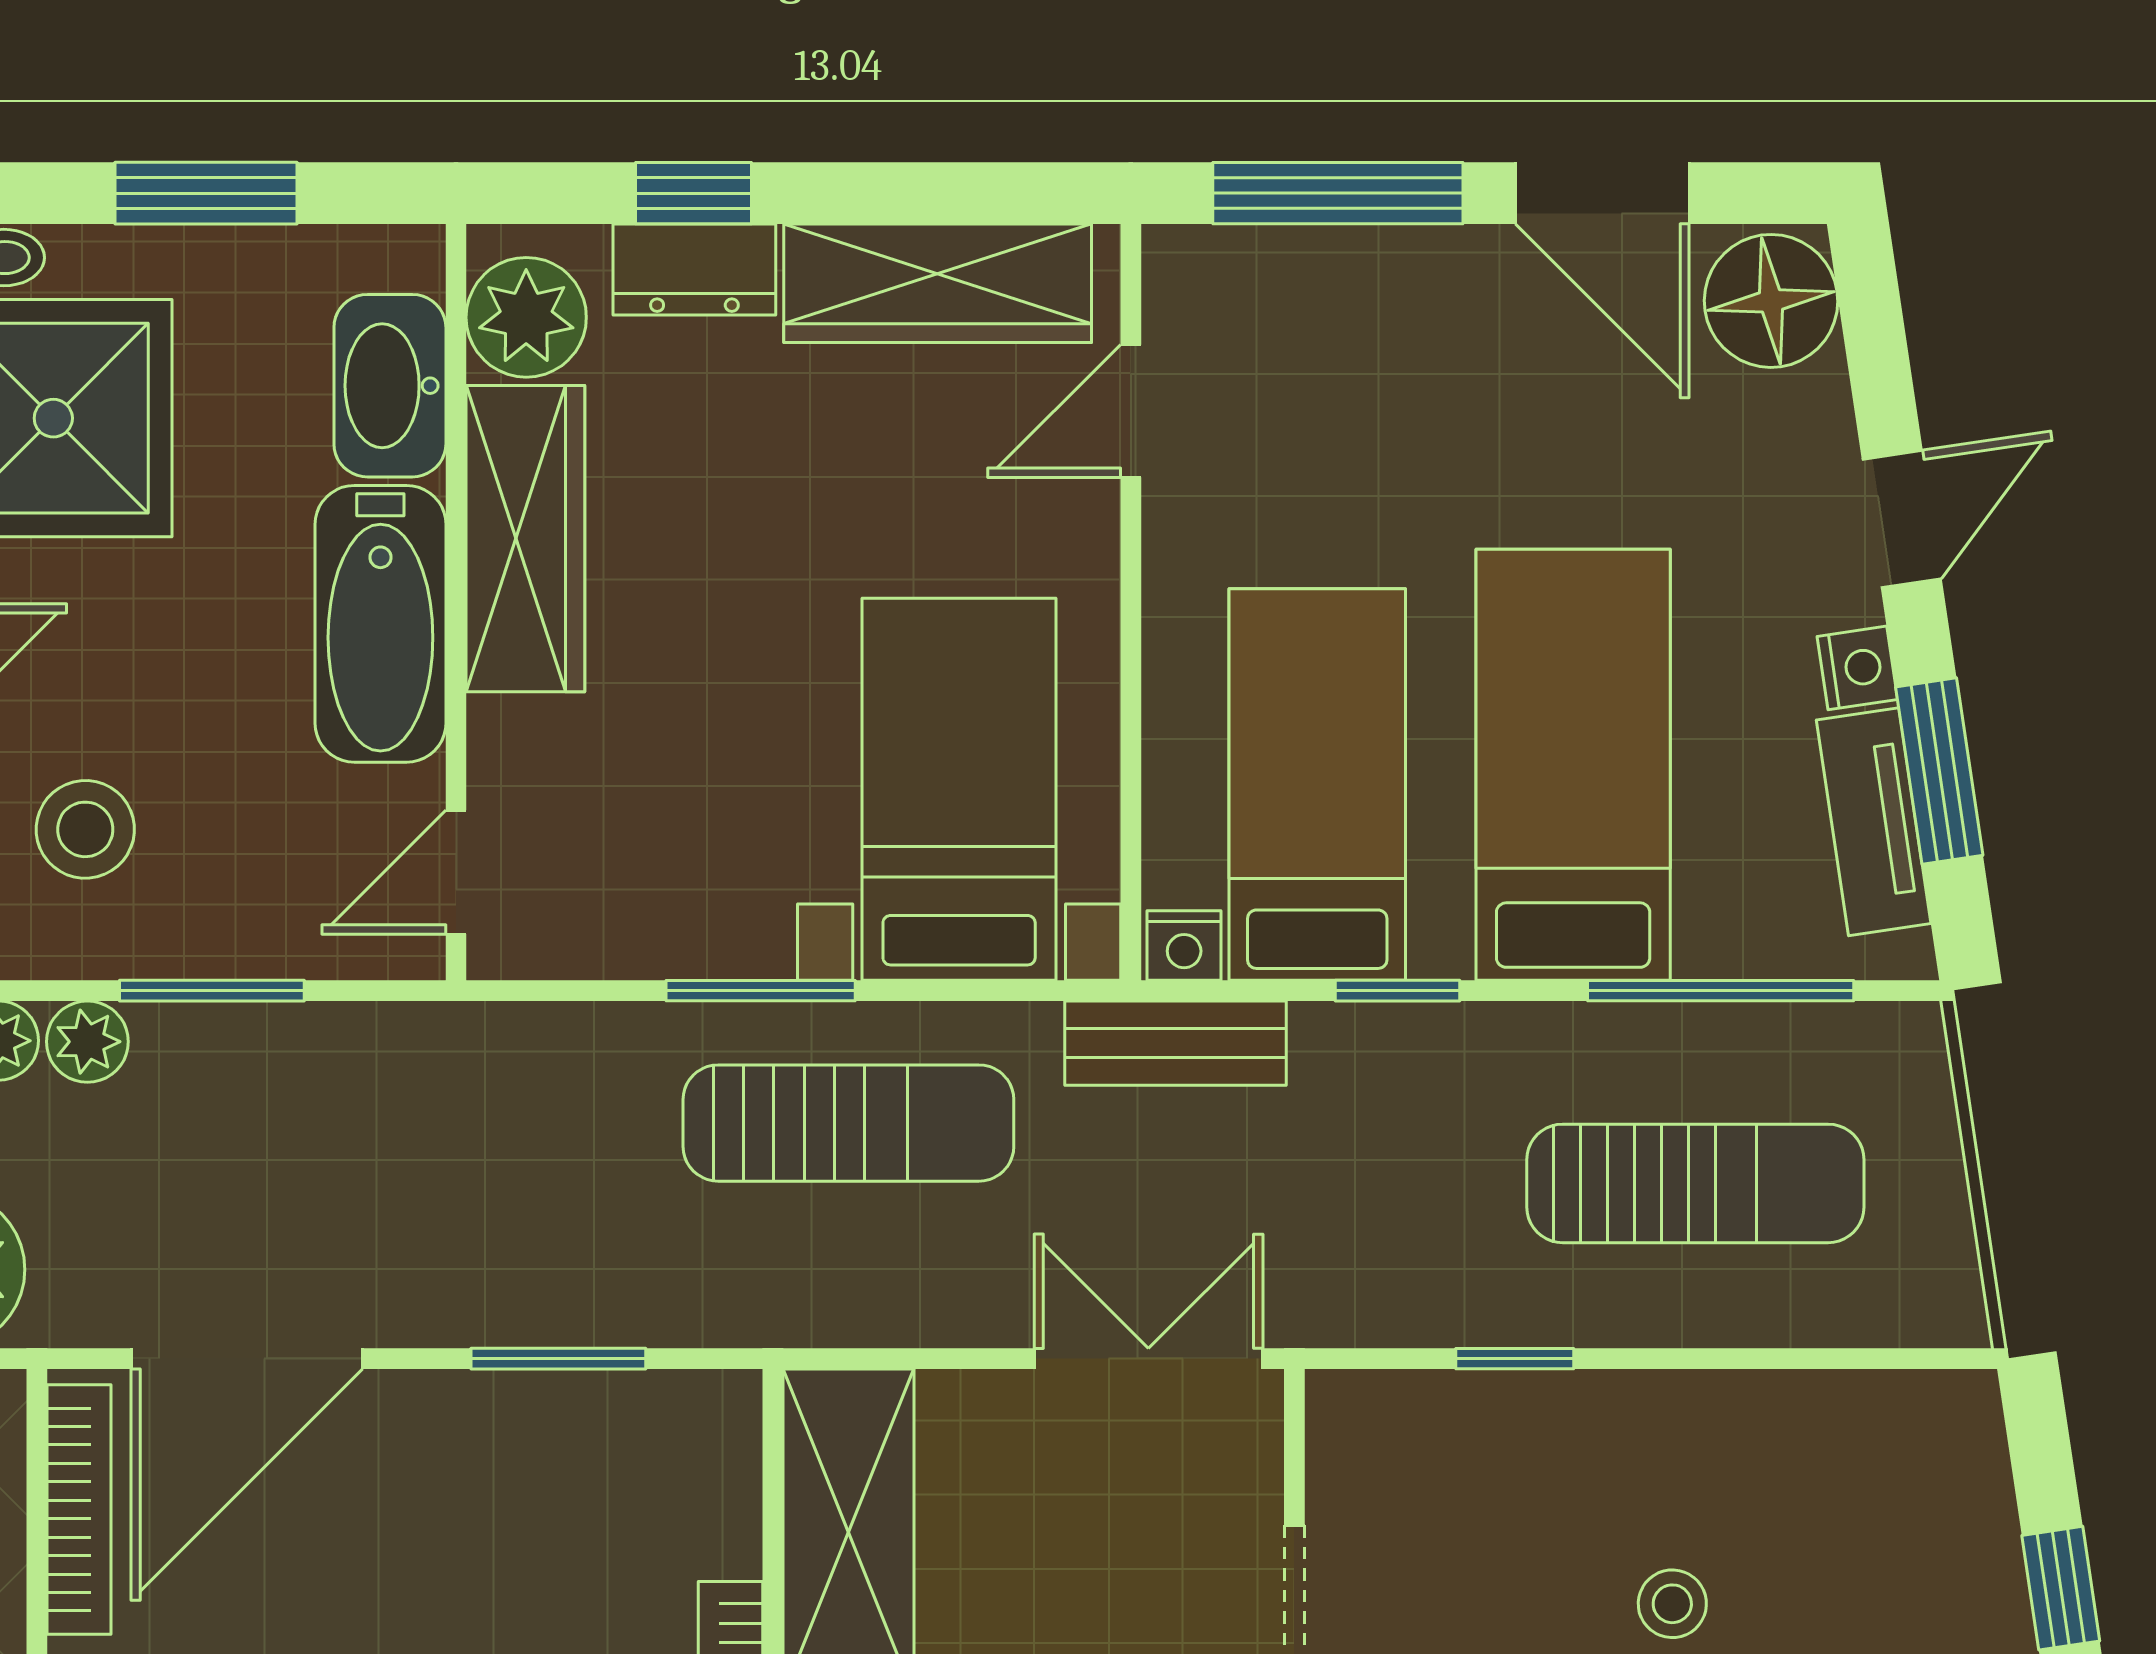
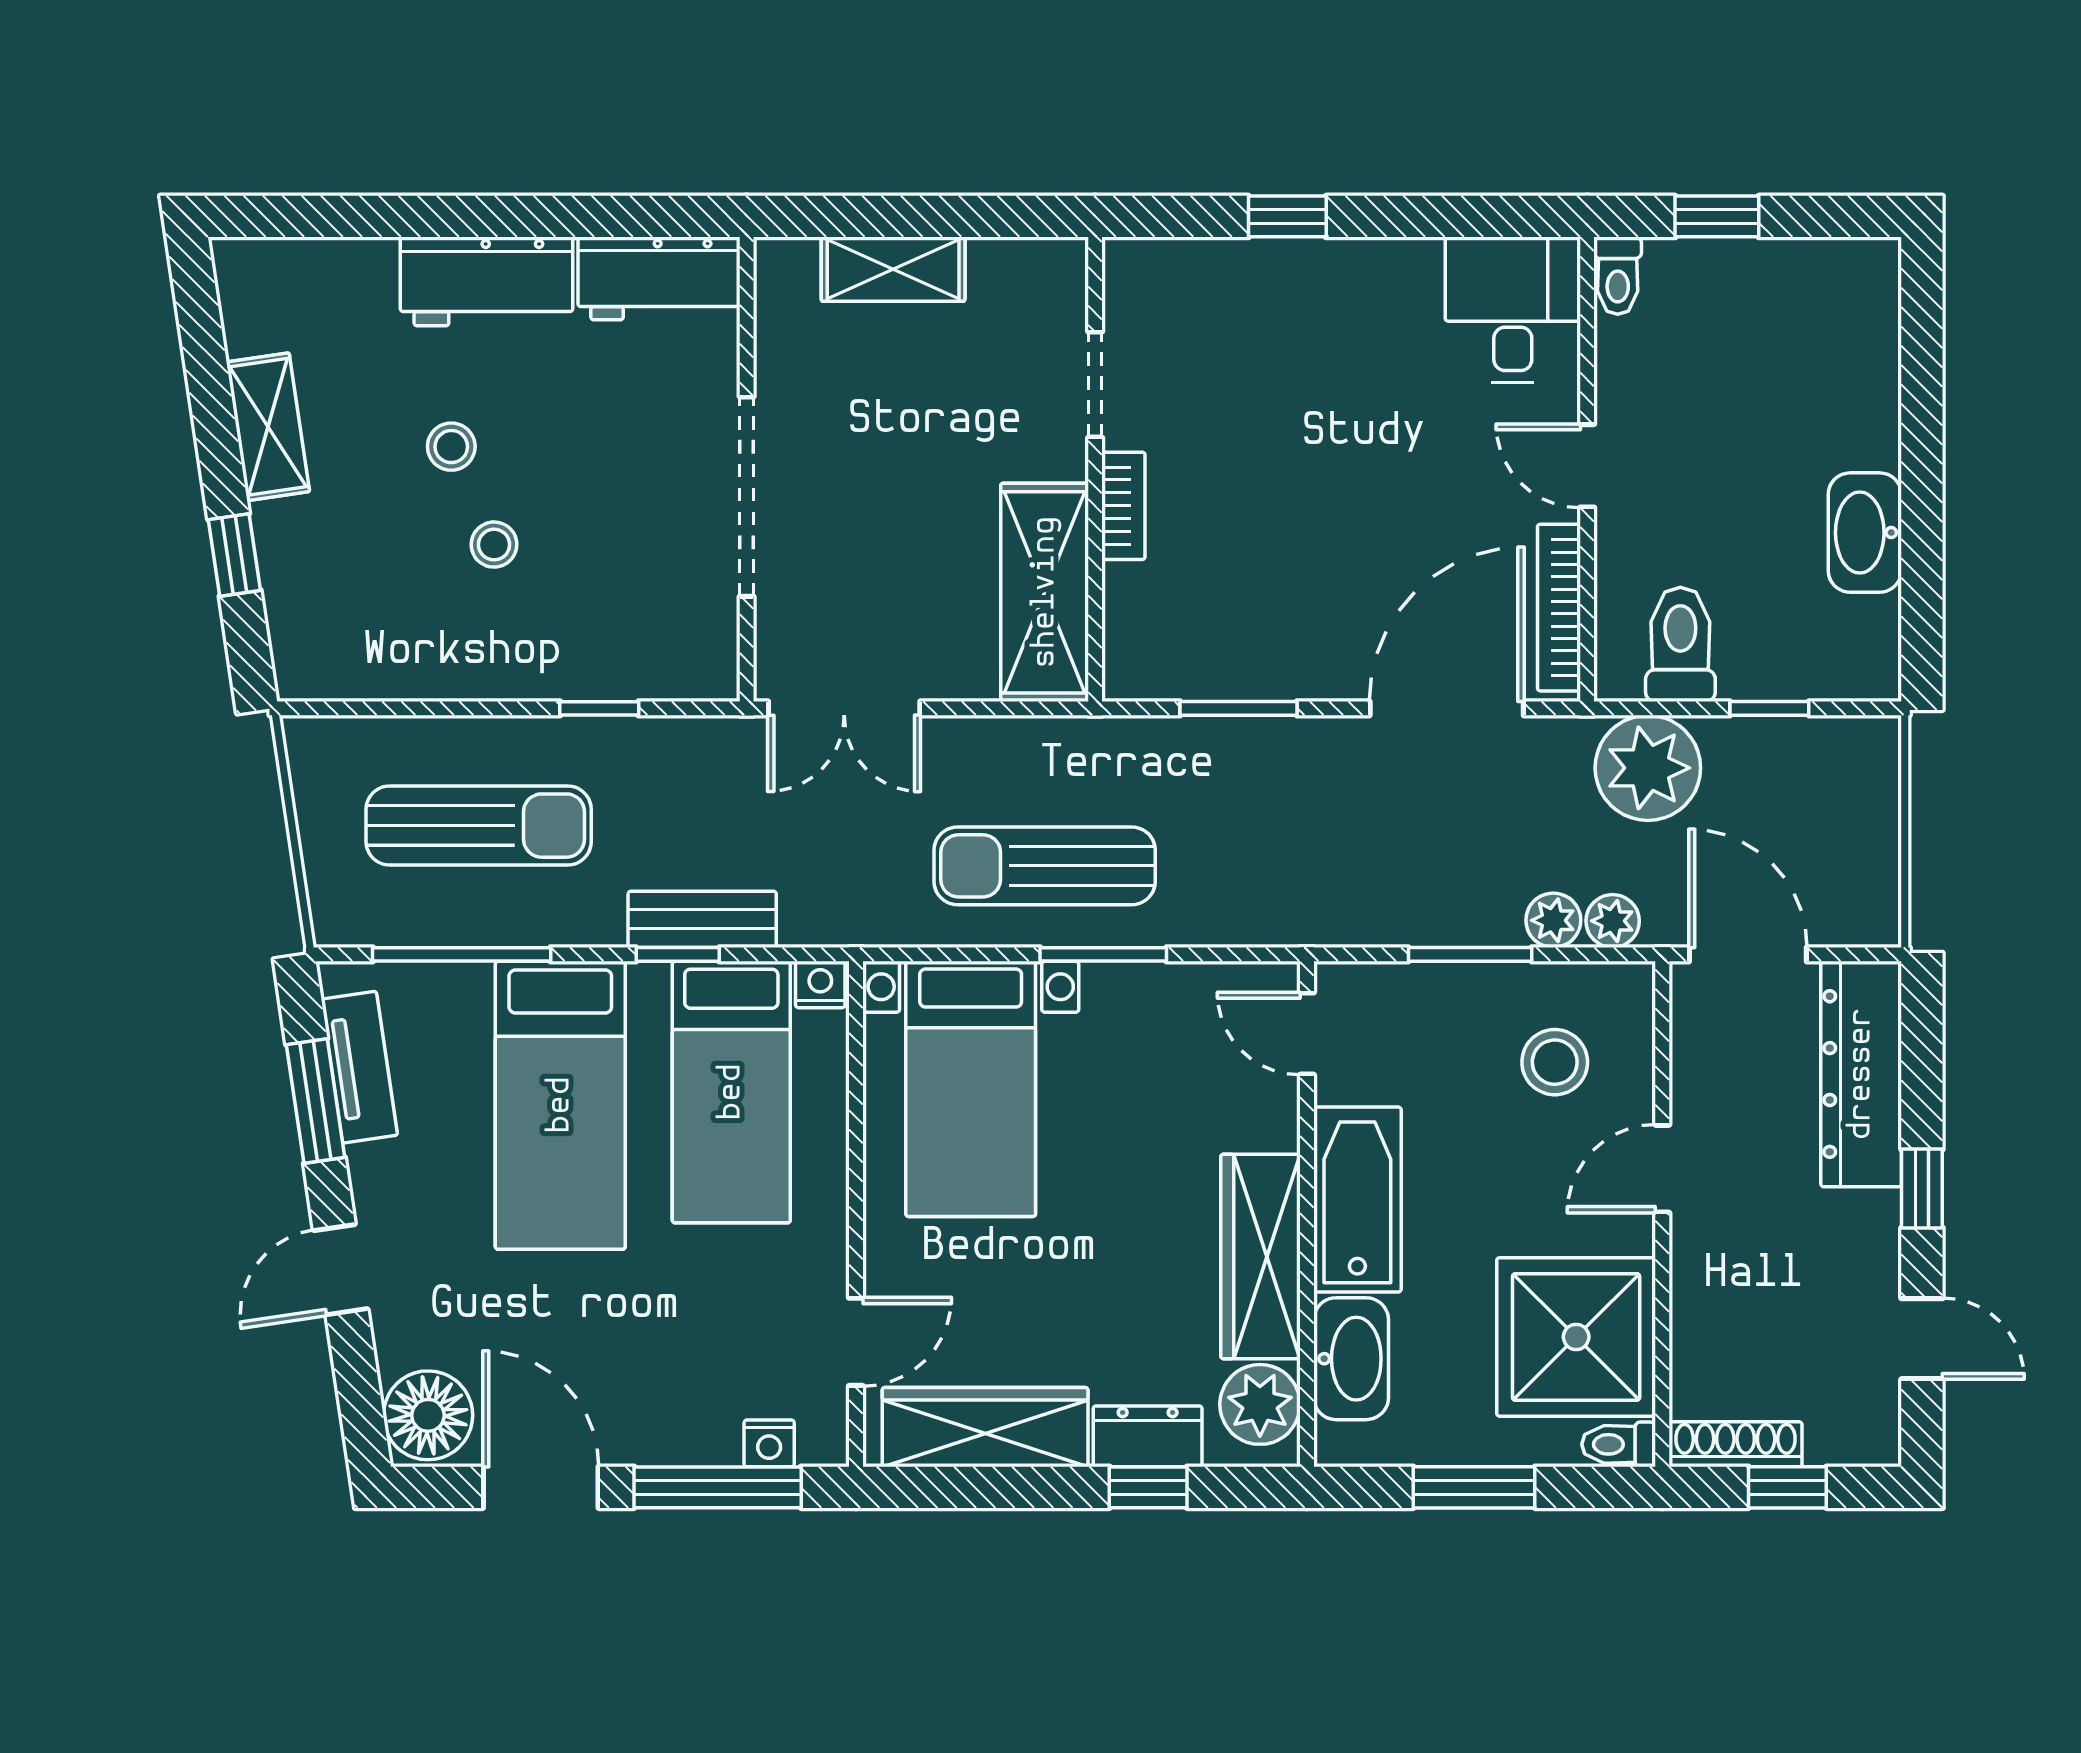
nightstand: (1857, 668) -> (769, 1443), moved, turned -82
door: (456, 872) -> (1307, 1034), swing flipped
bench: (1176, 1043) -> (702, 919), moved
sun lounger: (1695, 1183) -> (479, 826), turned 180

